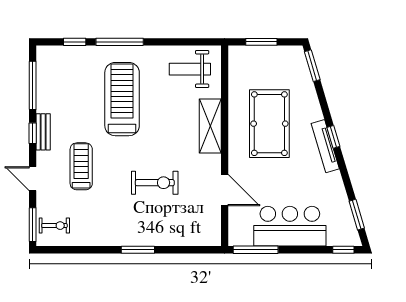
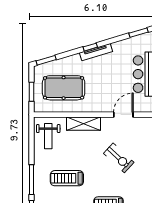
treadmill: (122, 99) -> (67, 178), width x0.73, depth x0.73
pool table: (269, 124) -> (64, 88), moved
exercise bike: (155, 183) -> (119, 158), turned 133

